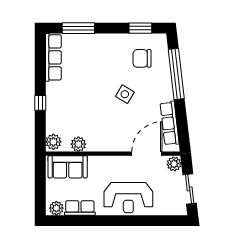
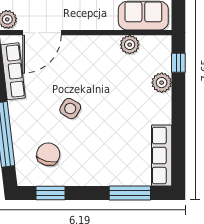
chair: (142, 58) -> (48, 154), turned -76
window: (40, 103) -> (178, 63), moved
plant: (53, 142) -> (162, 83), moved

